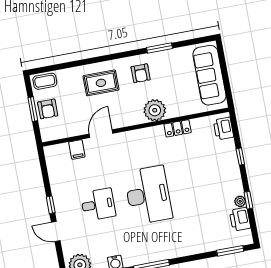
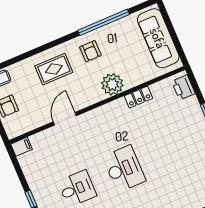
window: (159, 48) -> (104, 22), width x2.11
filing cabinet: (77, 149) -> (22, 147), moved, turned -90
desk: (148, 195) -> (124, 169), width x0.73, depth x0.77

